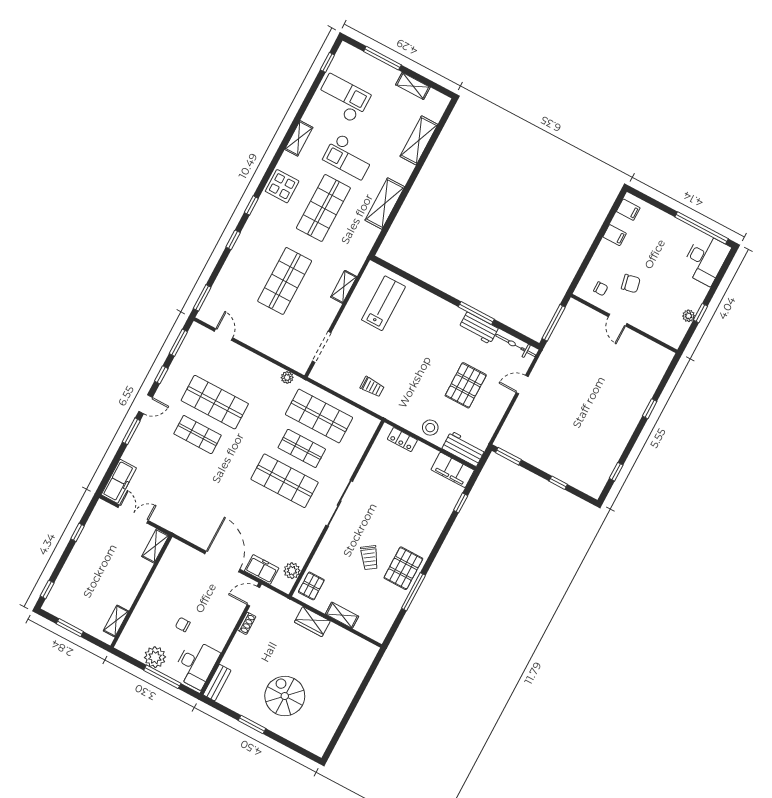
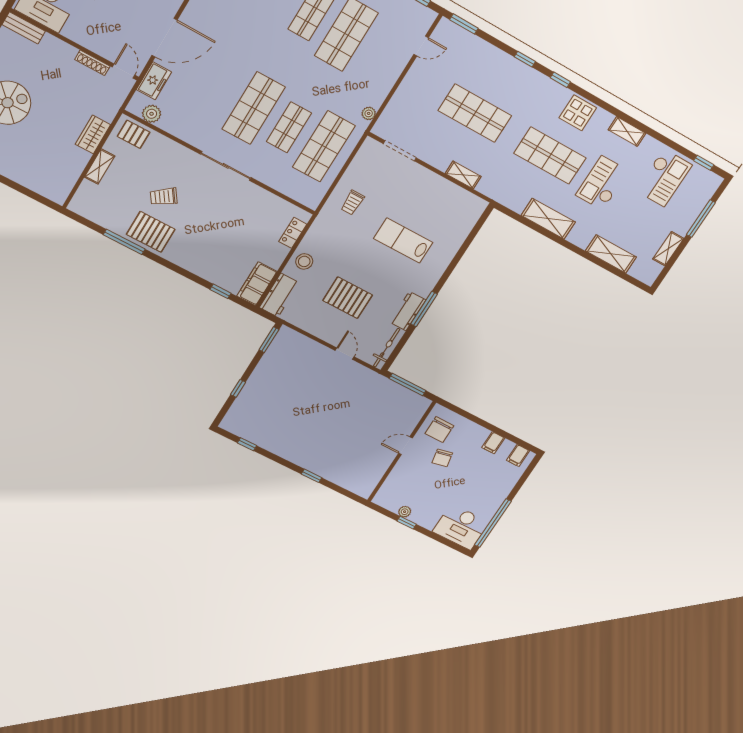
chair: (601, 289) -> (439, 430), width x1.87, depth x1.87
lab bench: (383, 303) -> (403, 240), moved, turned 180
shoe rack: (247, 623) -> (92, 63), width x1.43

